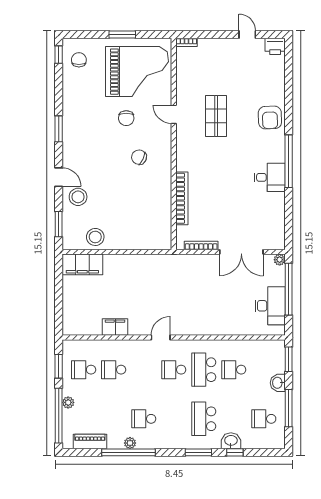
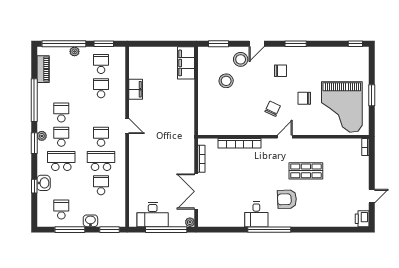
chair: (79, 60) -> (281, 71), moved
door: (174, 114) -> (285, 137), moved
armchair: (270, 118) -> (287, 199), moved
stool: (95, 237) -> (226, 81), moved
school desk: (174, 419) -> (61, 137), added
plant: (130, 443) -> (42, 136), moved
window: (198, 452) -> (34, 143), moved

